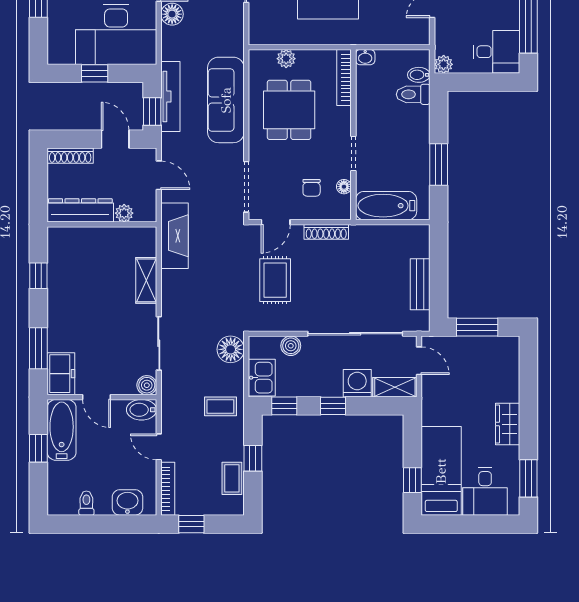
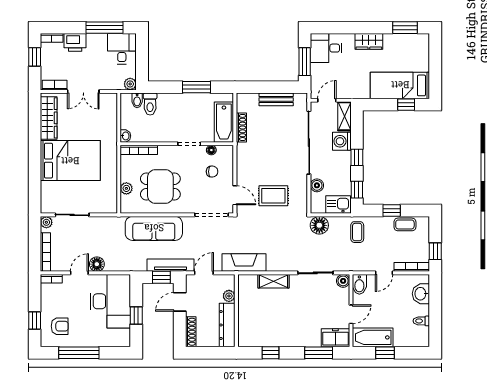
tv unit: (170, 96) -> (170, 265), moved
shoe rack: (326, 232) -> (241, 127), moved
desk: (485, 491) -> (326, 48), moved, turned 180

